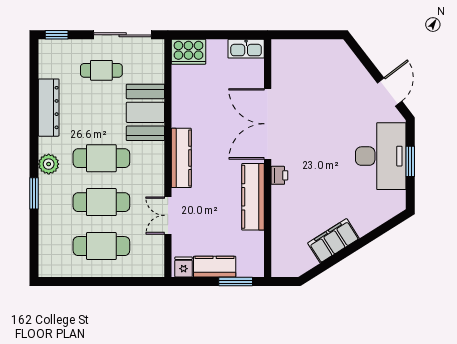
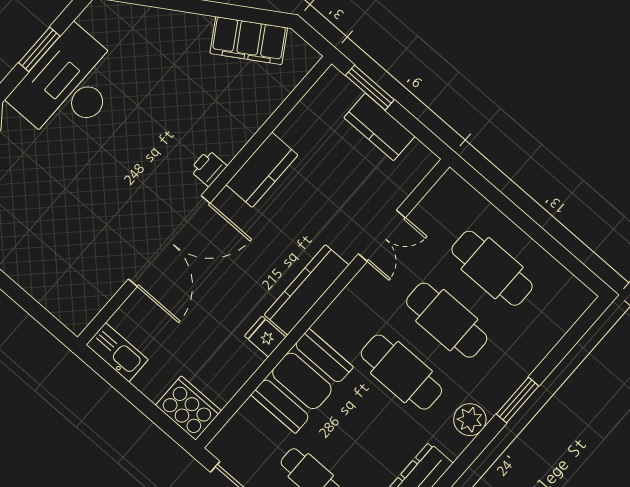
kitchen counter: (253, 197) -> (262, 170), width x0.67
filing cabinet: (333, 241) -> (249, 41), moved
fridge: (184, 267) -> (265, 337), moved, turned 90

